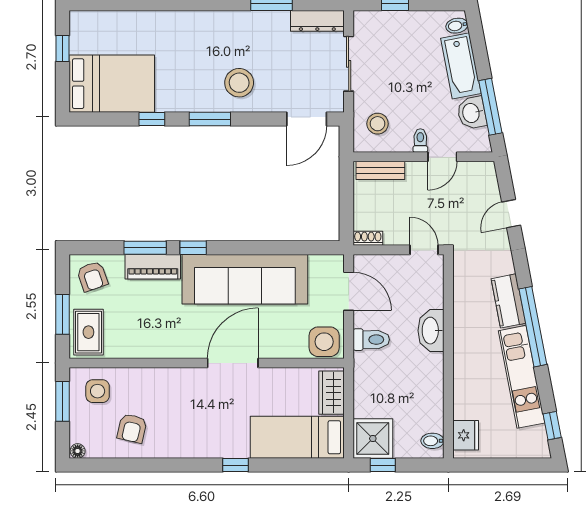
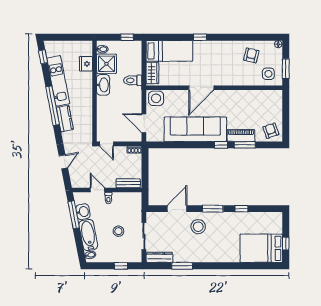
bed: (112, 84) -> (261, 248), moved
door: (307, 119) -> (177, 209), moved
stool: (378, 124) -> (118, 231), moved
door: (442, 157) -> (97, 190), hinge flipped
window: (63, 314) -> (286, 112), removed
washbasin: (431, 331) -> (103, 85), moved
rug: (88, 332) -> (273, 103), removed
toilet: (371, 340) -> (133, 80), moved
fridge: (466, 435) -> (86, 64), moved
shower: (373, 439) -> (107, 64), moved

